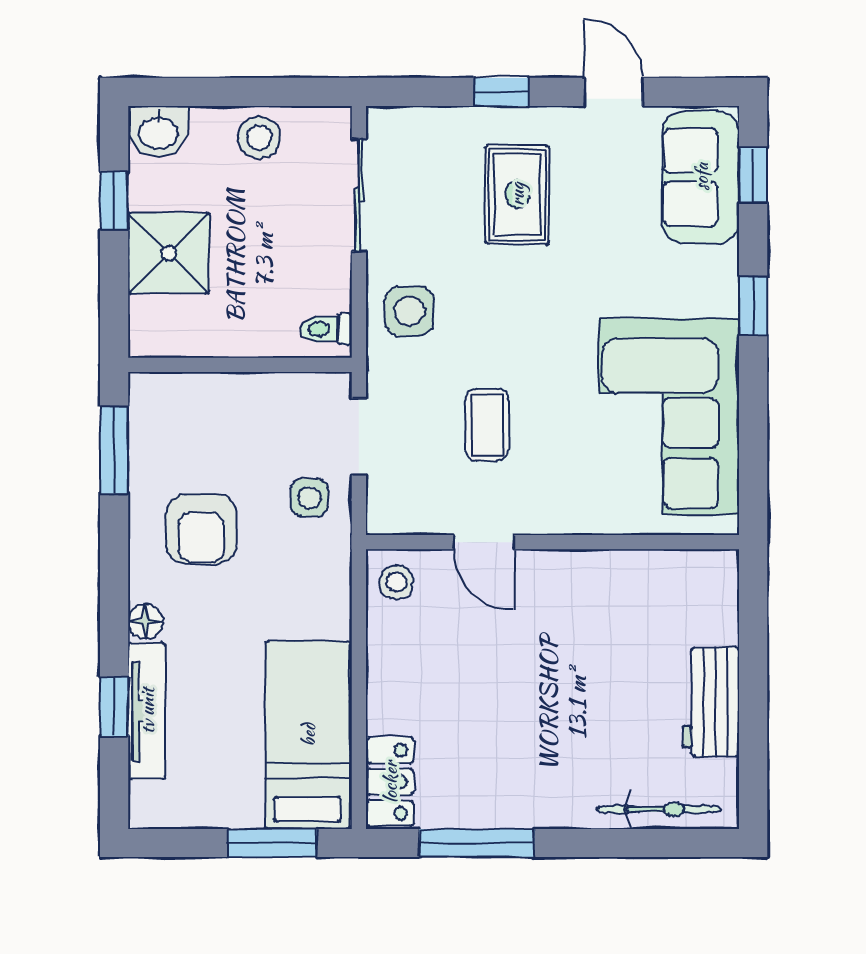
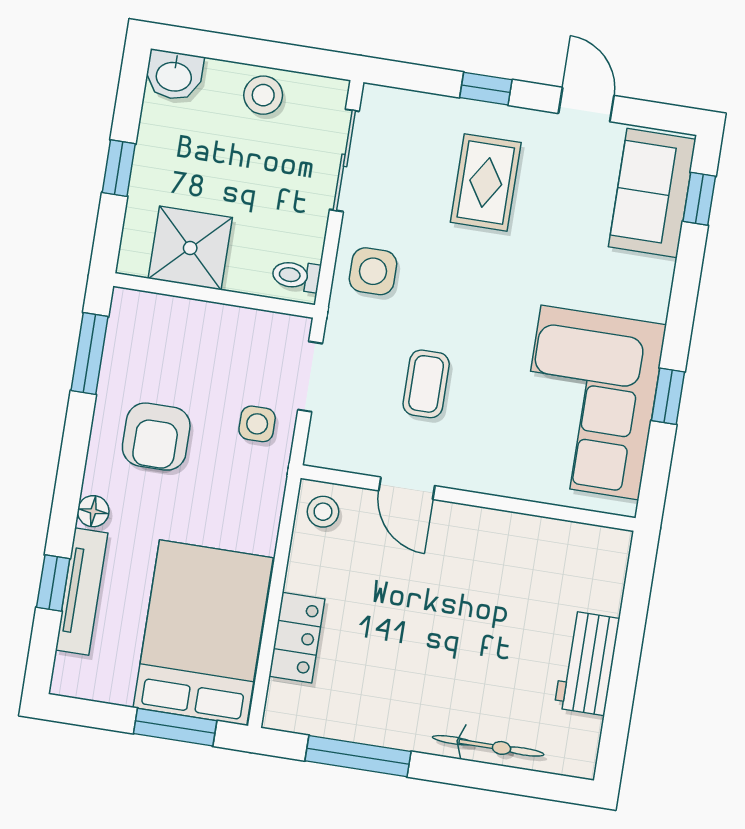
window: (114, 201) -> (119, 168), moved
shower: (169, 253) -> (190, 248), moved
window: (753, 305) -> (668, 396), moved
bed: (308, 735) -> (203, 633), width x1.50
locker: (390, 782) -> (297, 638), moved
bicycle: (659, 809) -> (488, 746), moved

